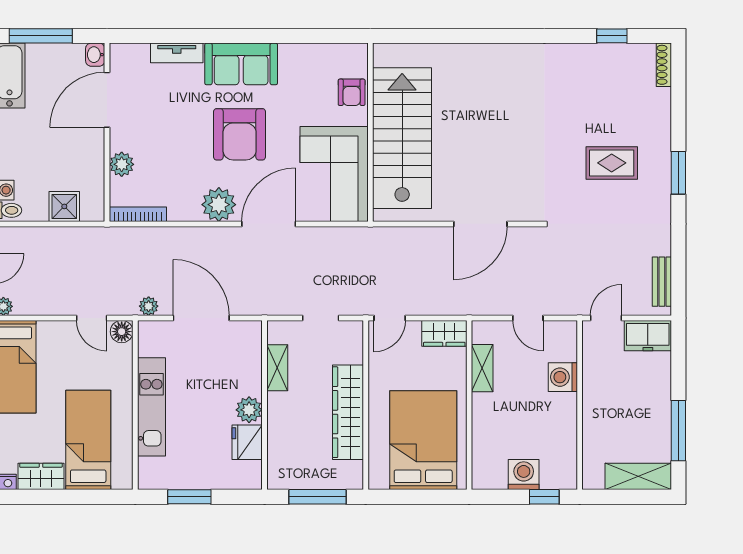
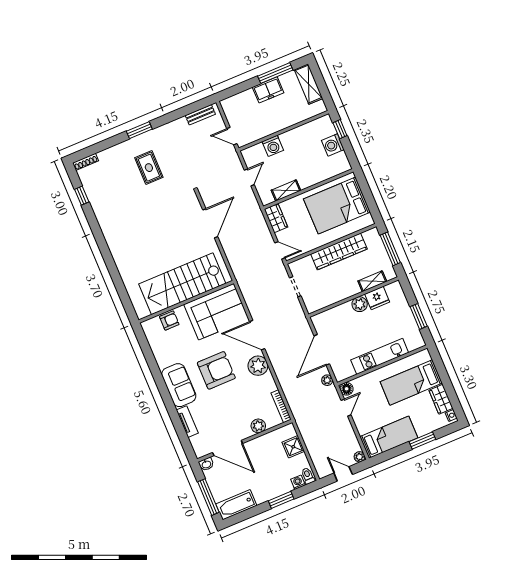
door: (480, 224) -> (210, 223), hinge flipped
freezer: (648, 336) -> (268, 90), moved, turned 90
shelving: (277, 368) -> (372, 281), moved

